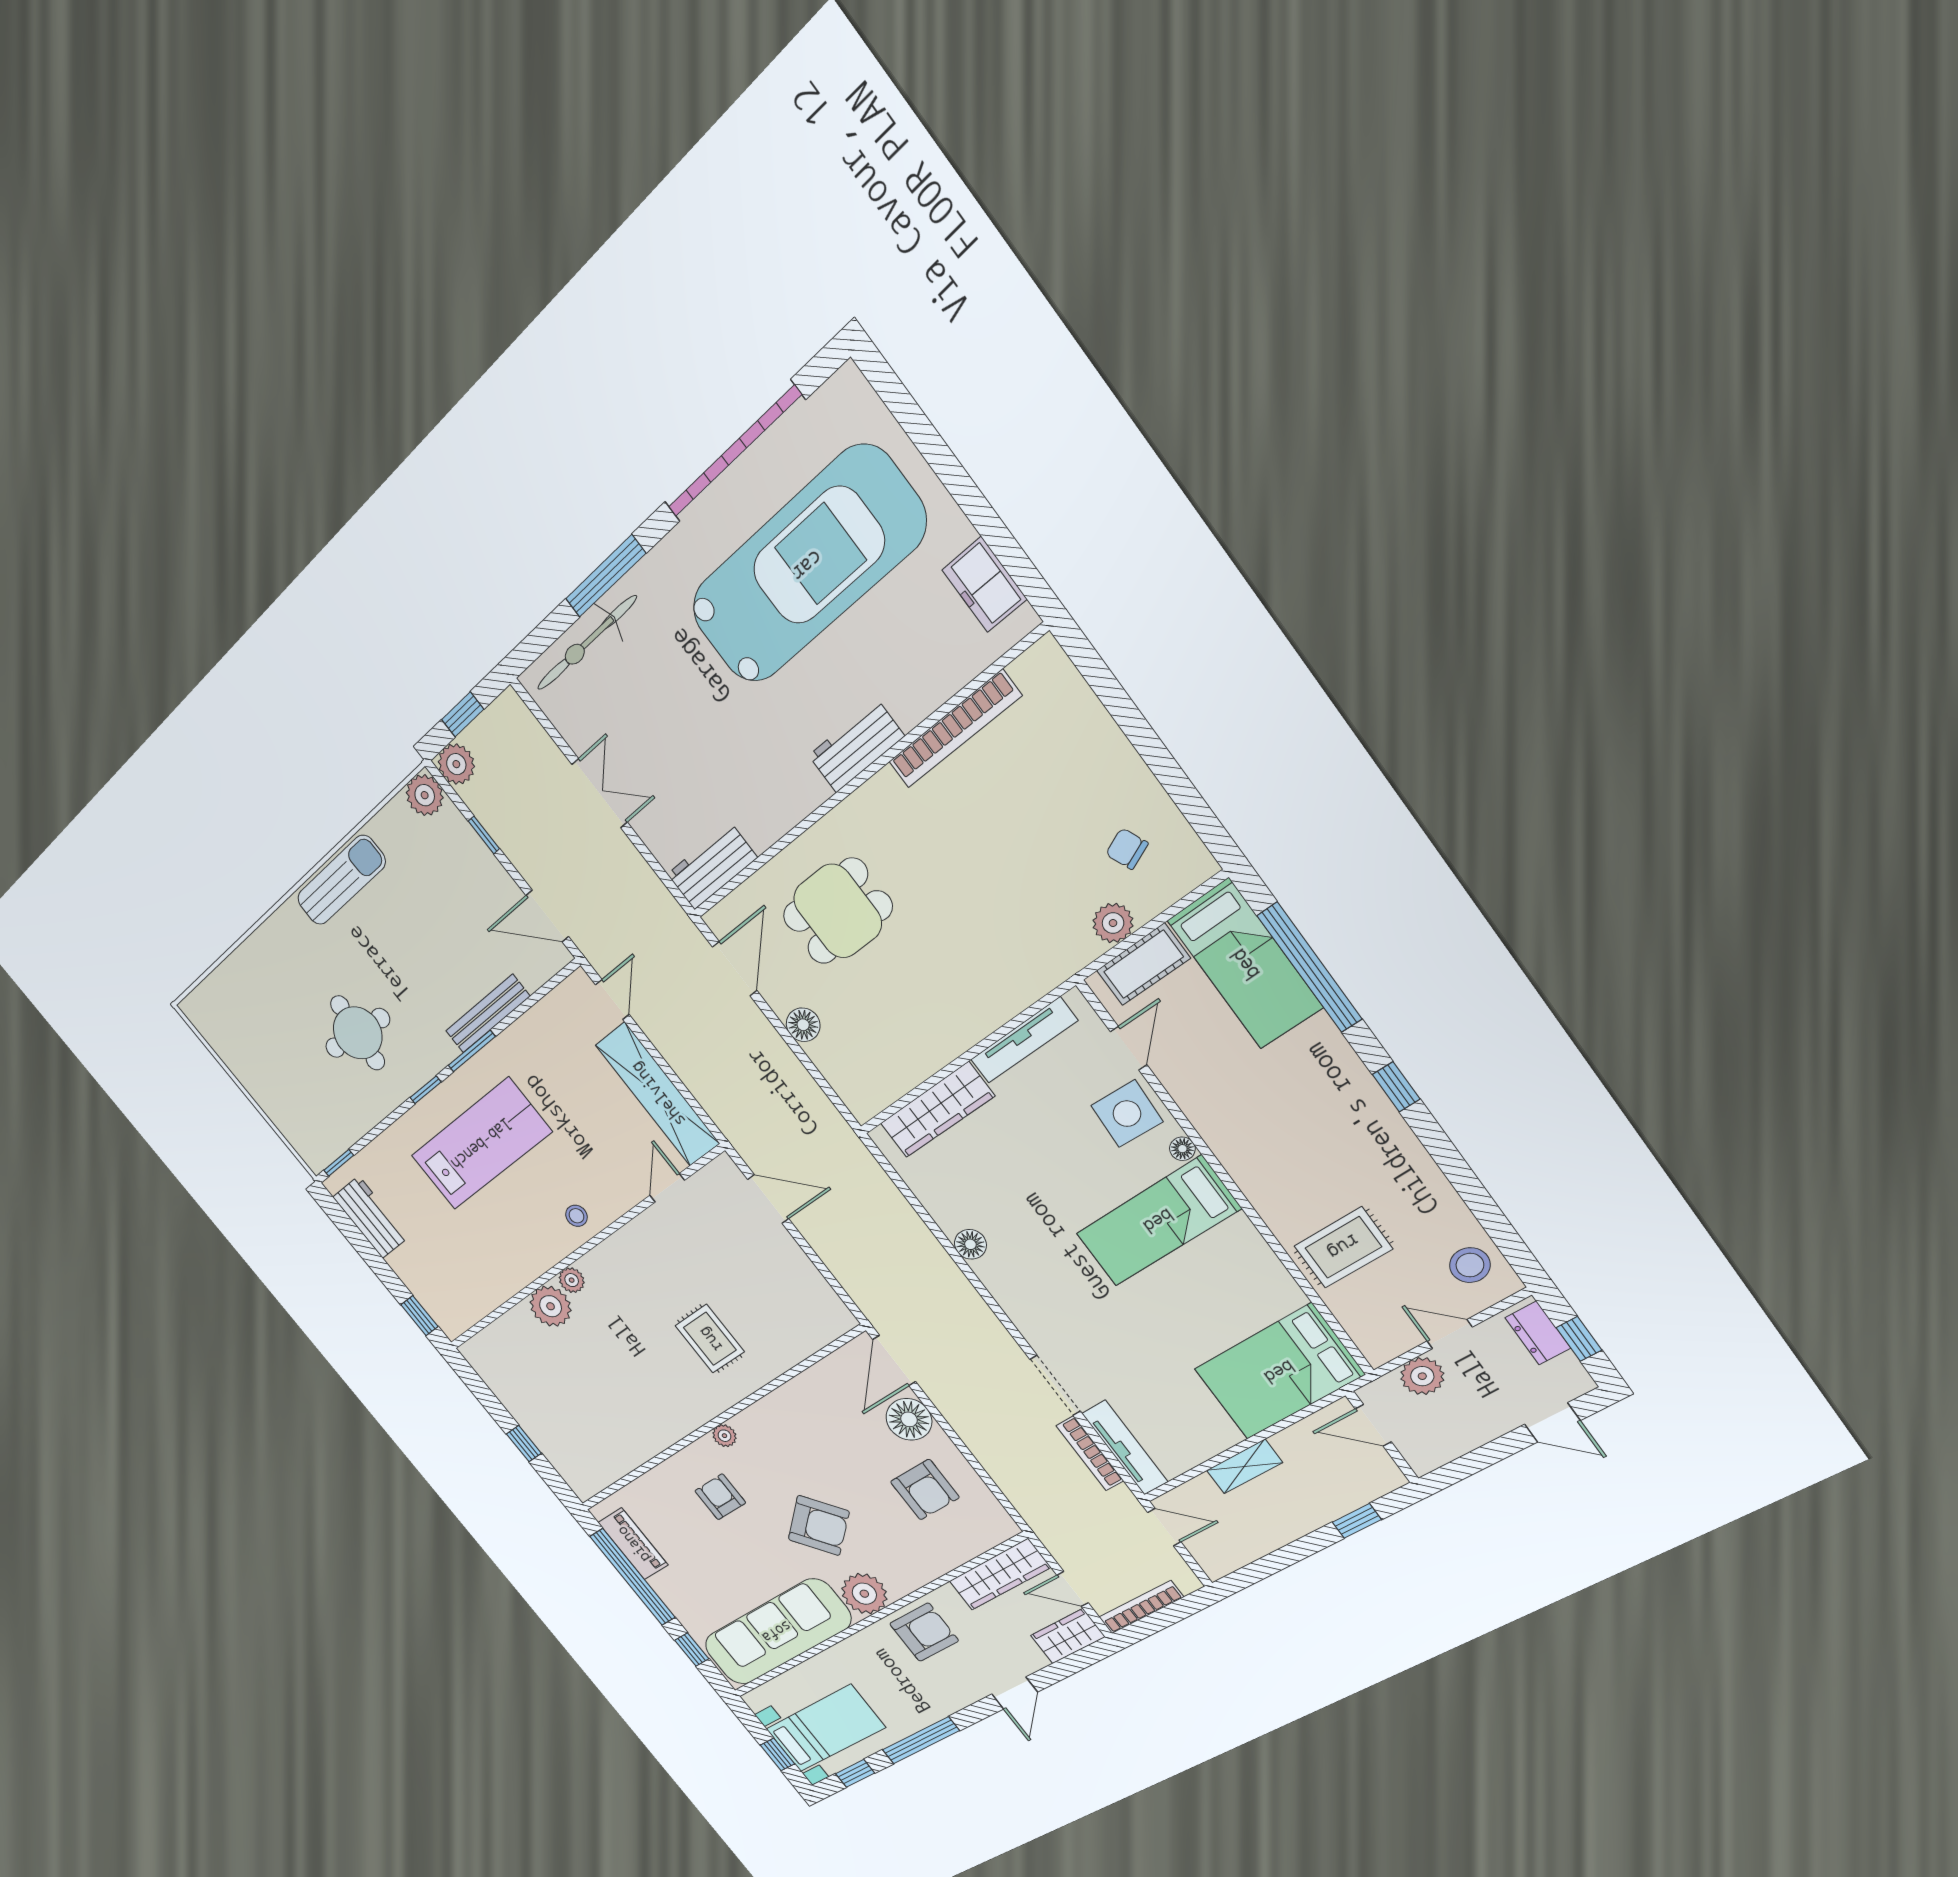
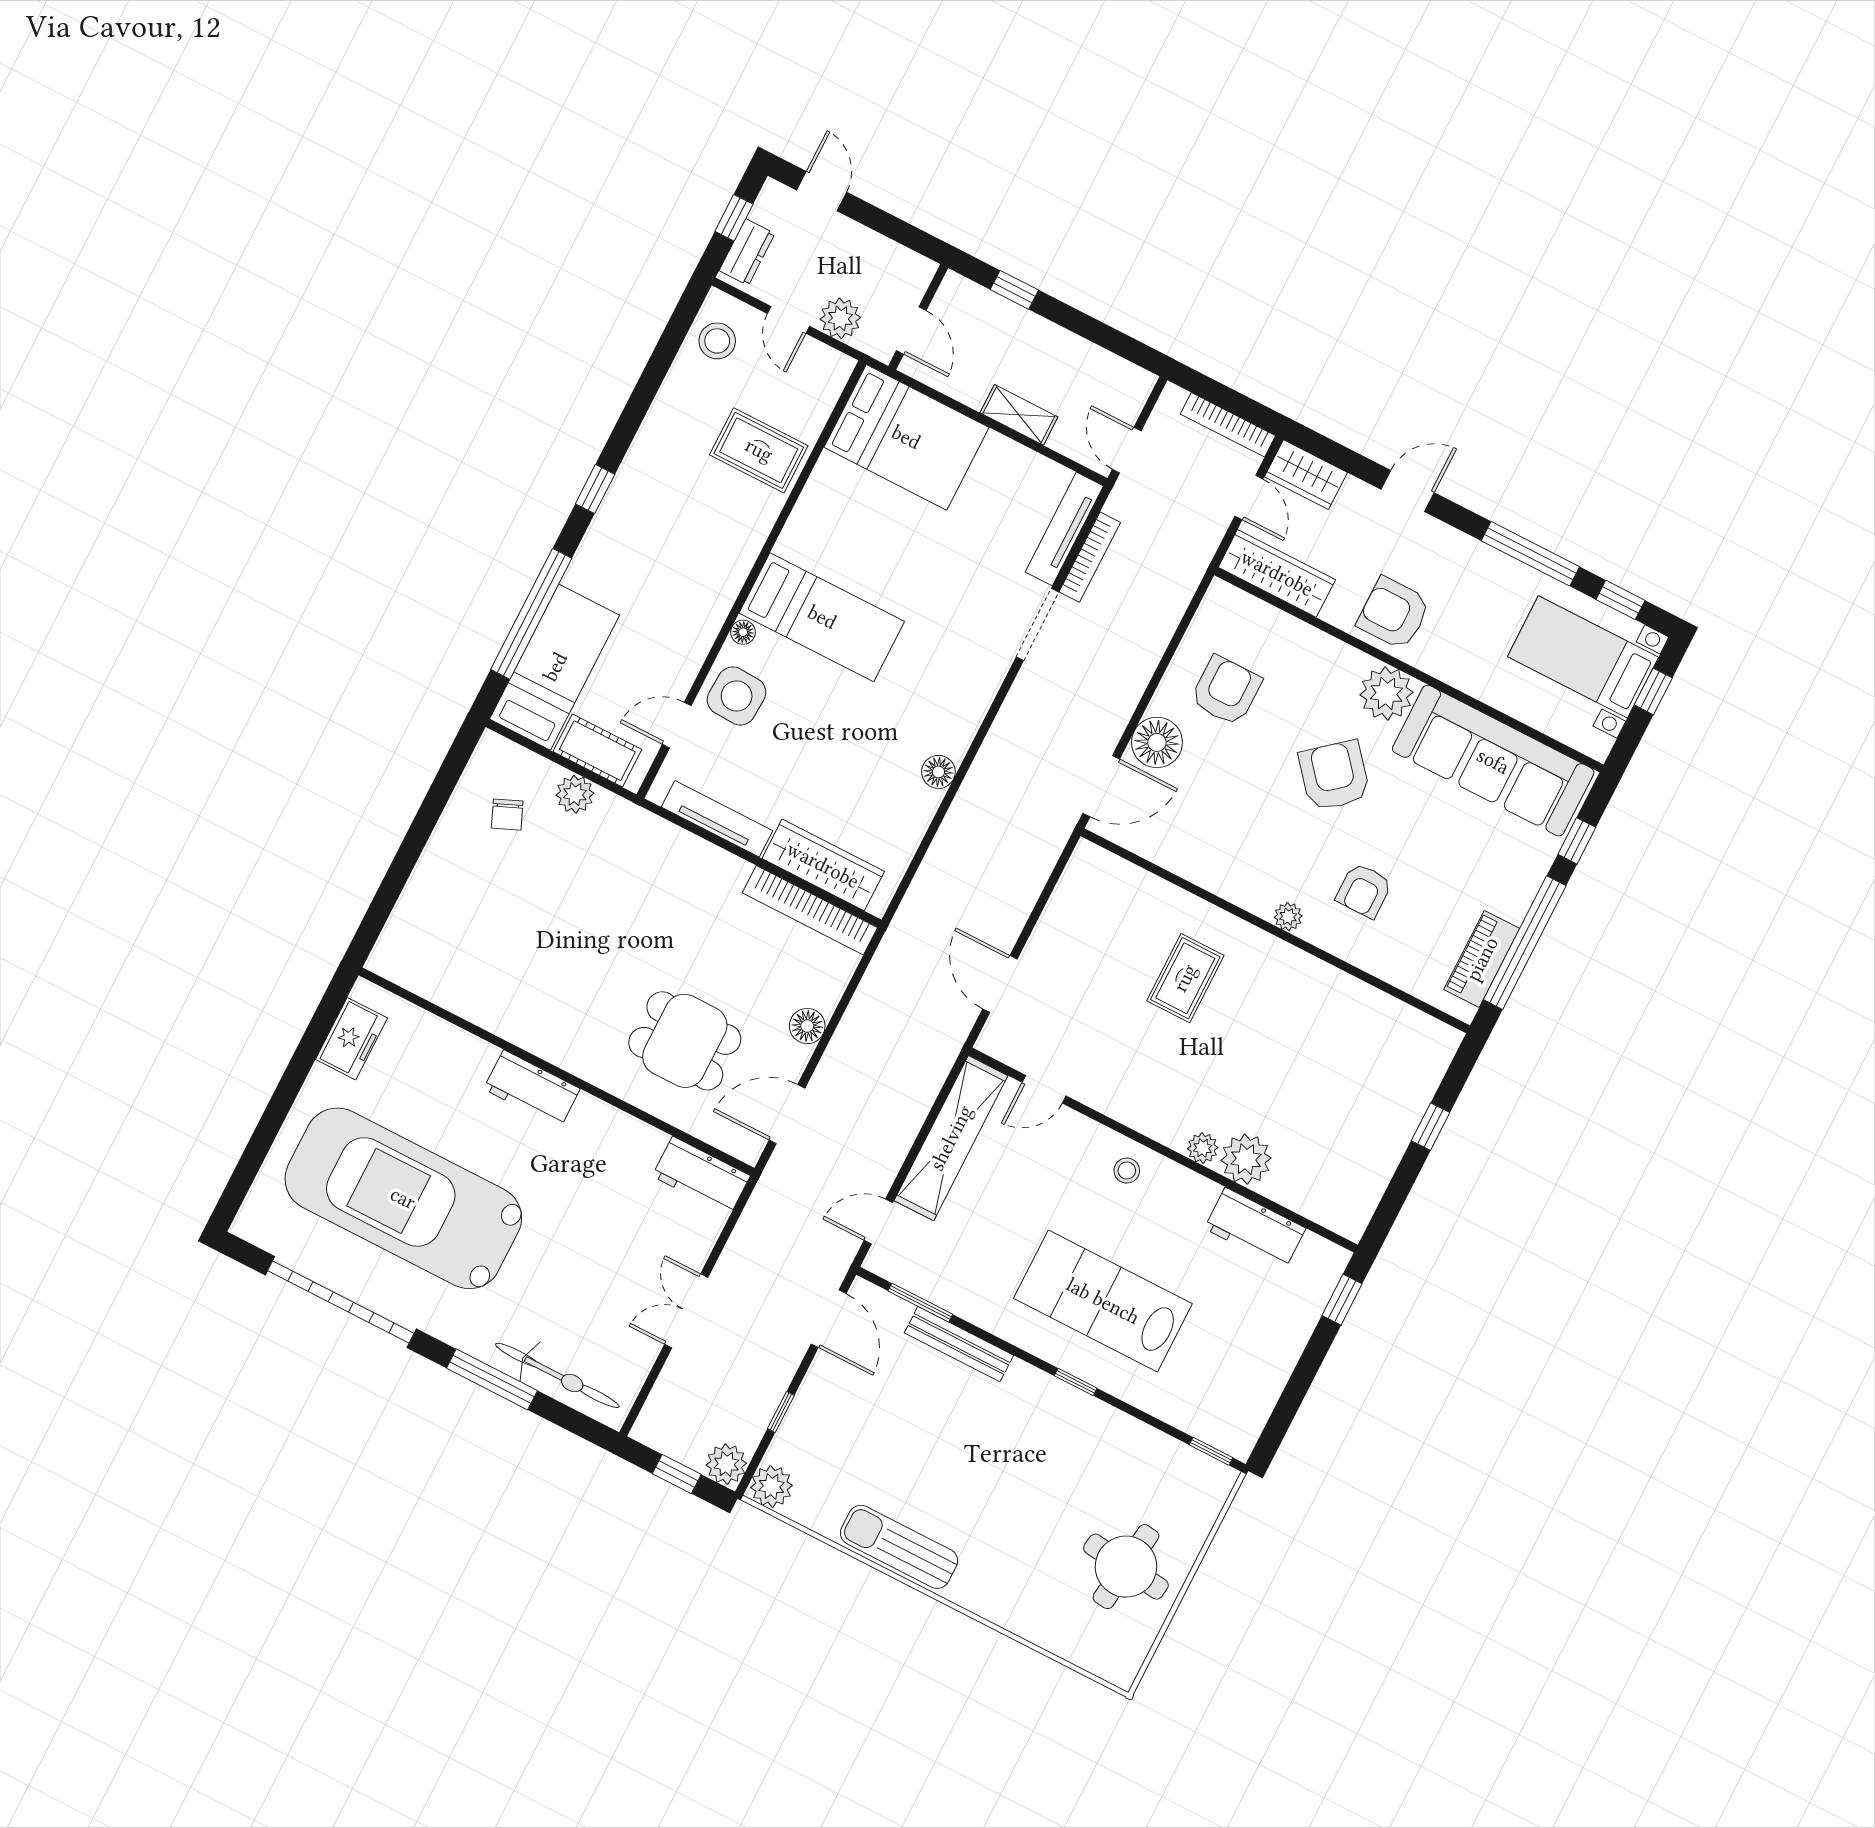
bookcase: (955, 729) -> (810, 910), moved, turned 180
round table: (358, 1033) -> (1126, 1567), moved
window: (472, 1051) -> (920, 1303), moved
workbench: (371, 1217) -> (1255, 1228), moved, turned -90

